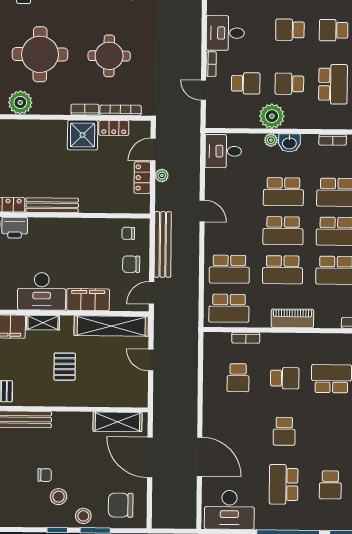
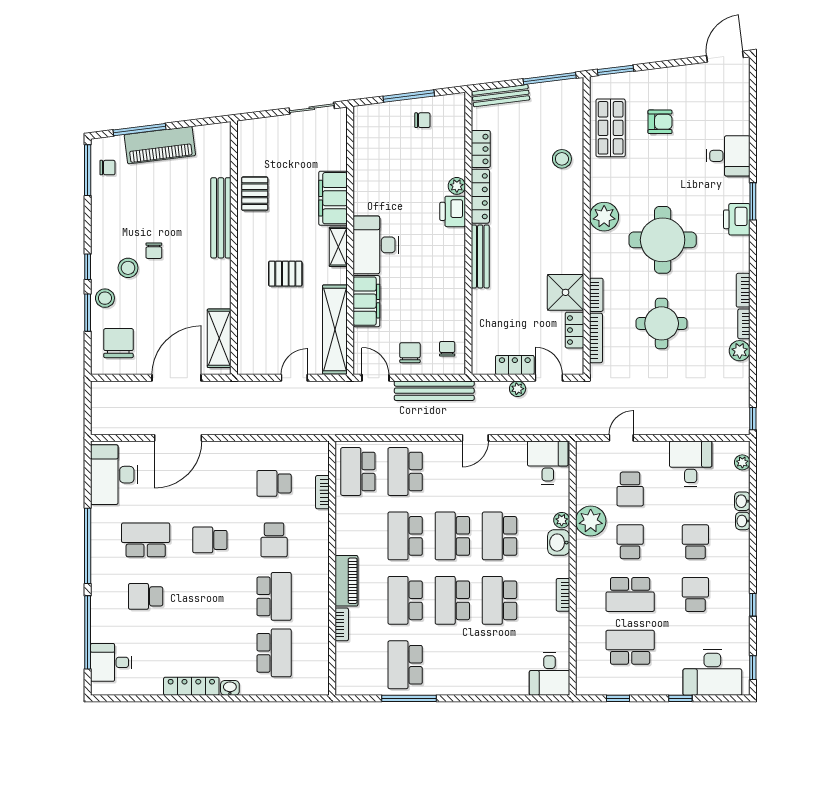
bookcase: (211, 64) -> (653, 447), removed
piano: (292, 318) -> (346, 581), moved

